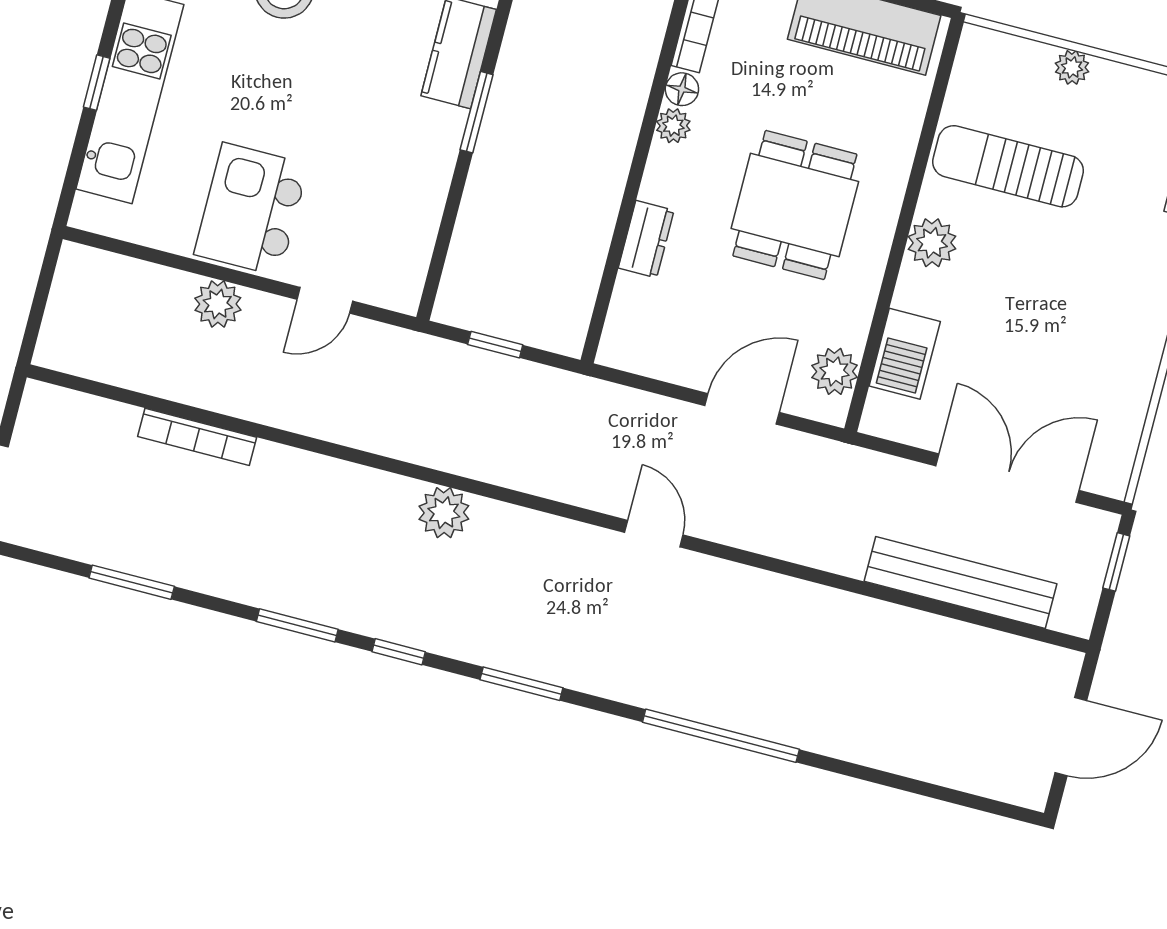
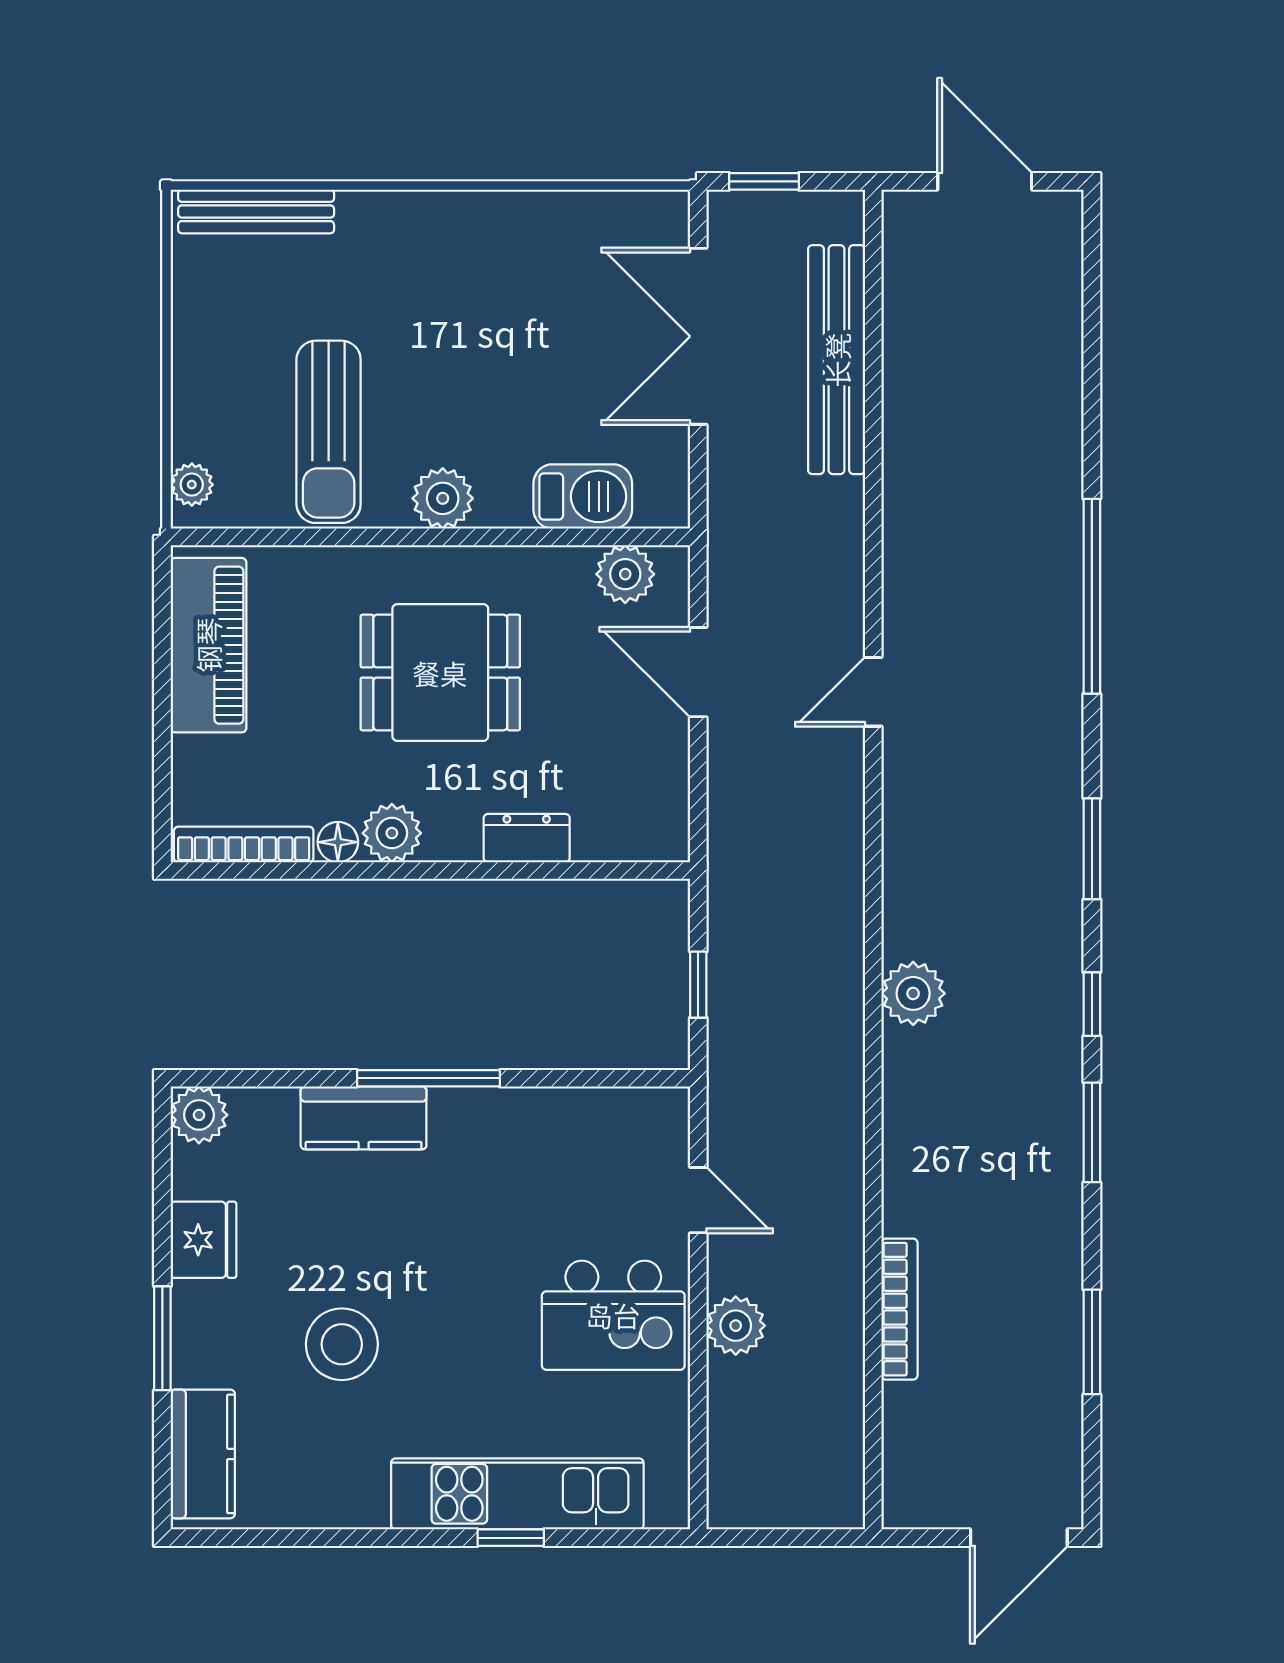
plant: (1072, 67) -> (192, 485), moved
window: (477, 112) -> (429, 1078), width x1.44
plant: (673, 126) -> (392, 833), width x1.38, depth x1.38
door: (654, 534) -> (873, 692), moved

